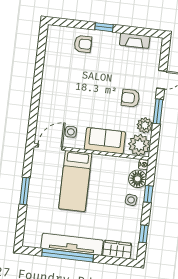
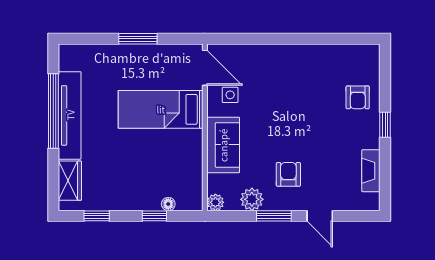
plant: (139, 145) -> (215, 202), width x0.53, depth x0.53
nightstand: (144, 165) -> (196, 204), removed
floor lamp: (138, 179) -> (168, 204), width x0.53, depth x0.53
side table: (131, 200) -> (143, 192), removed

